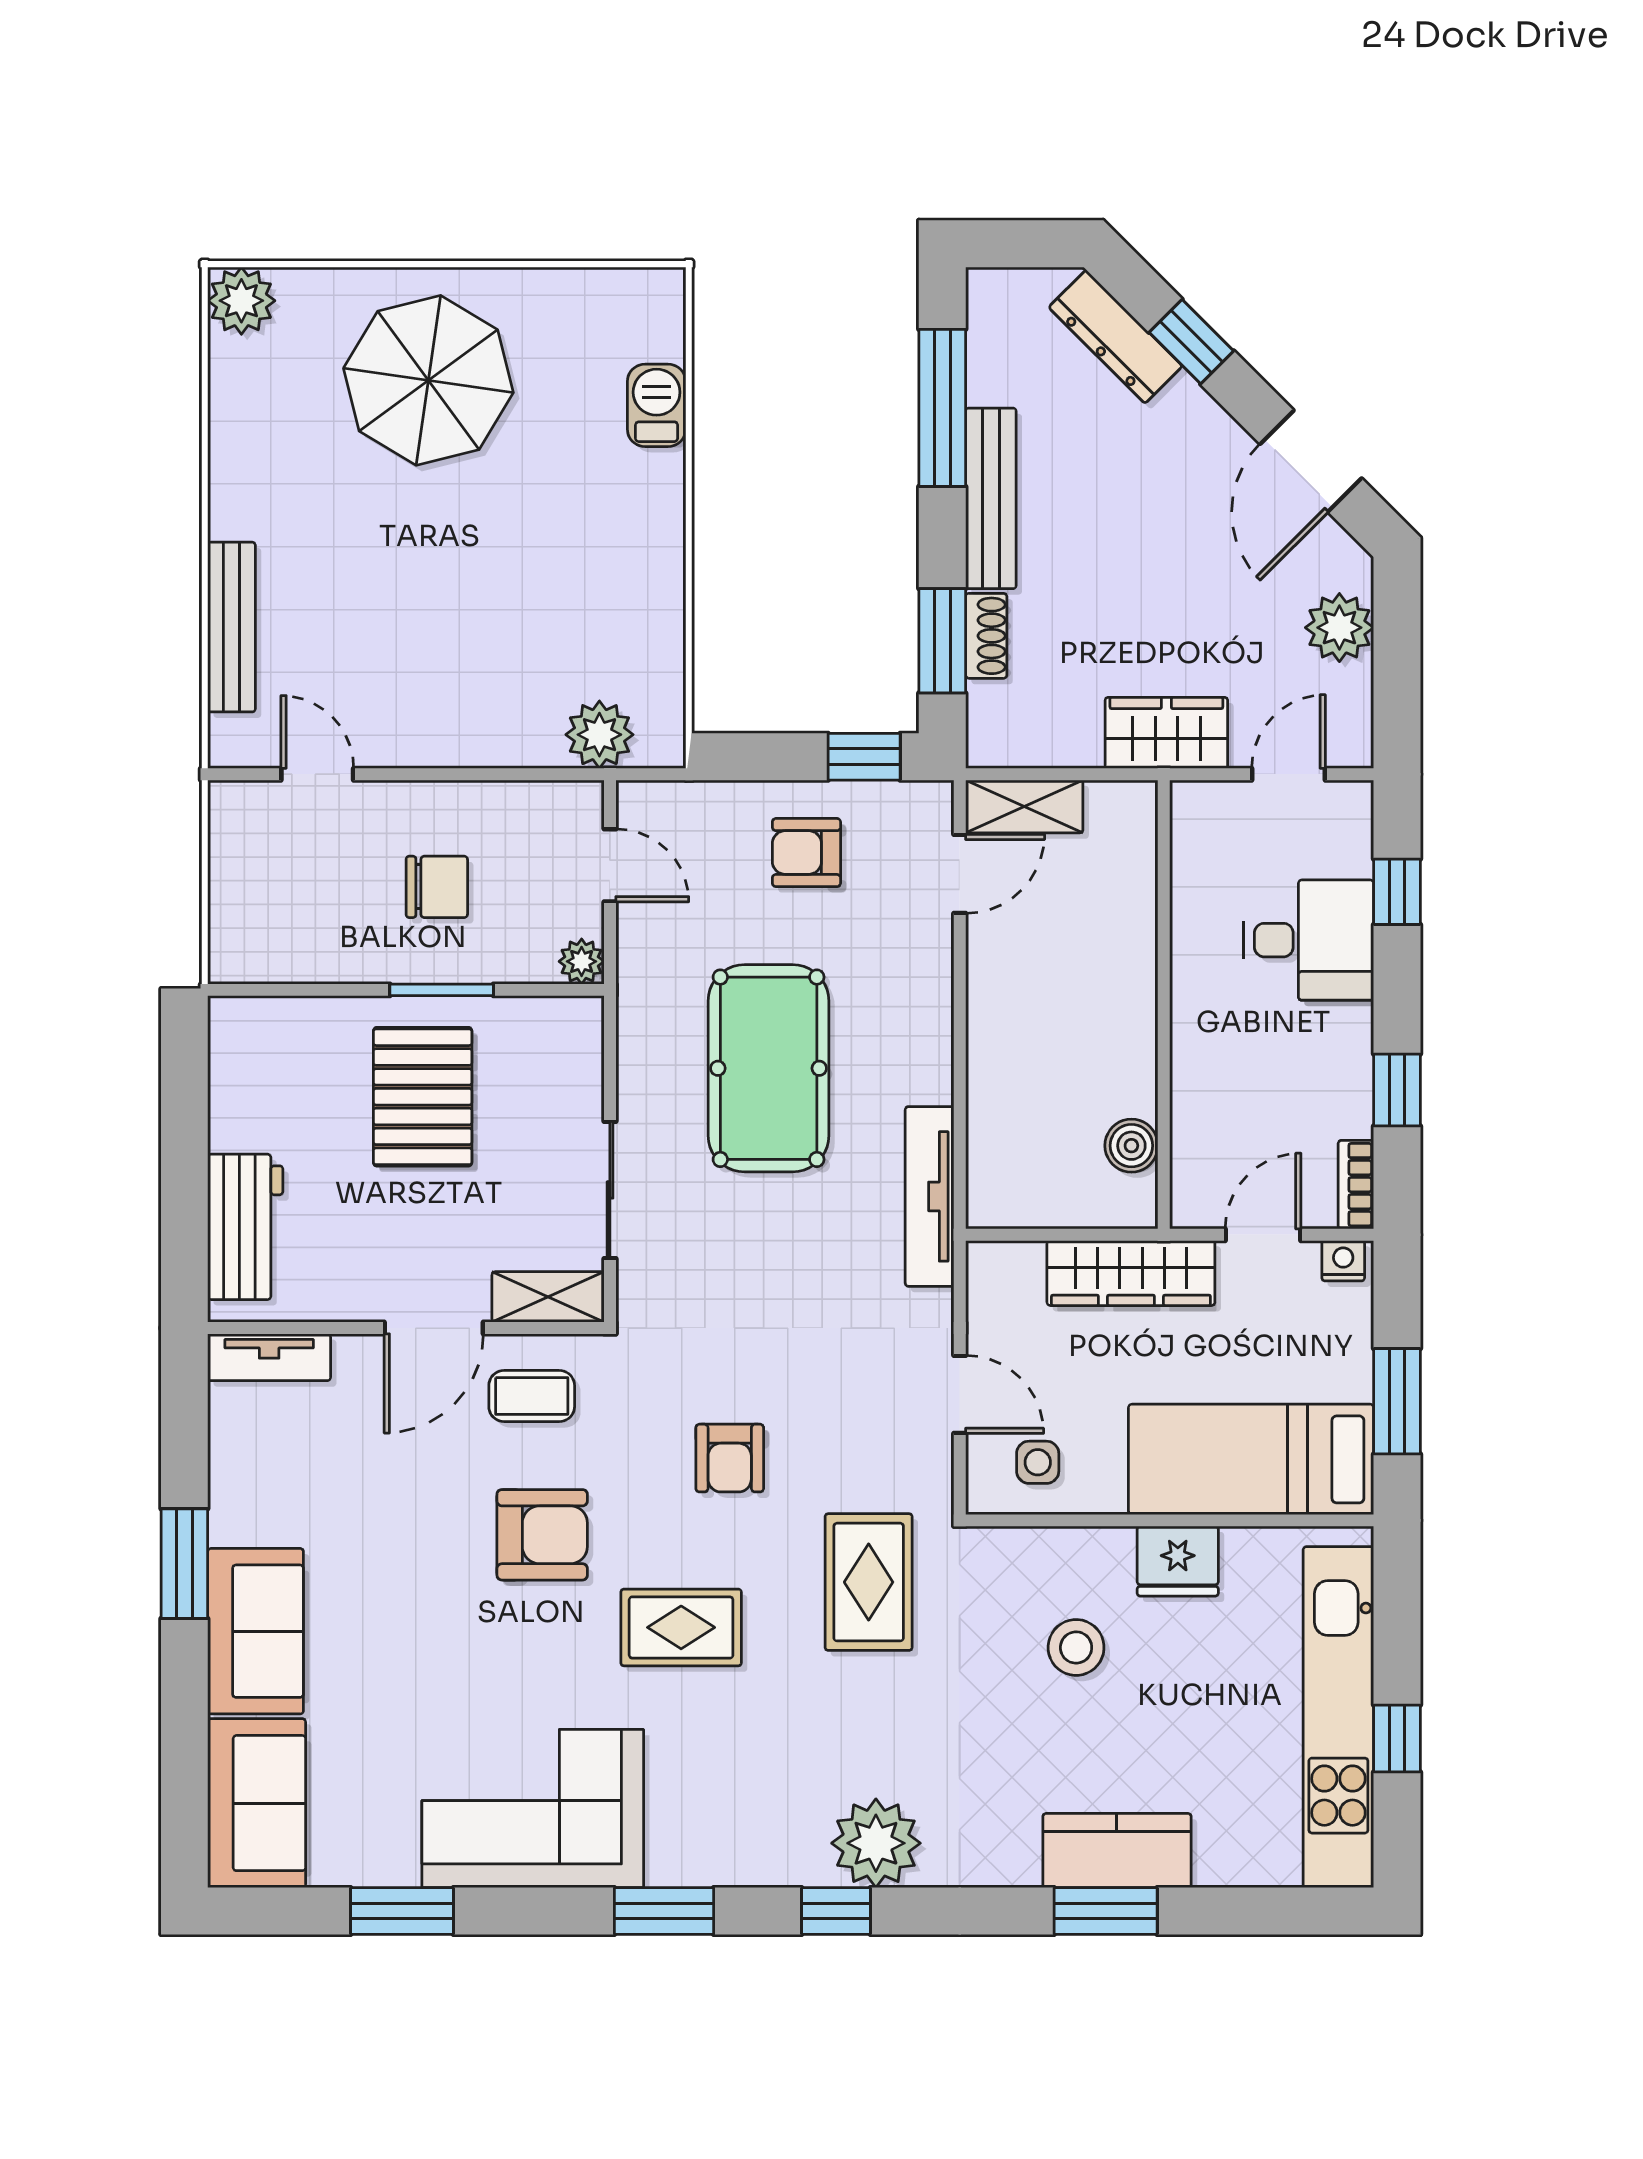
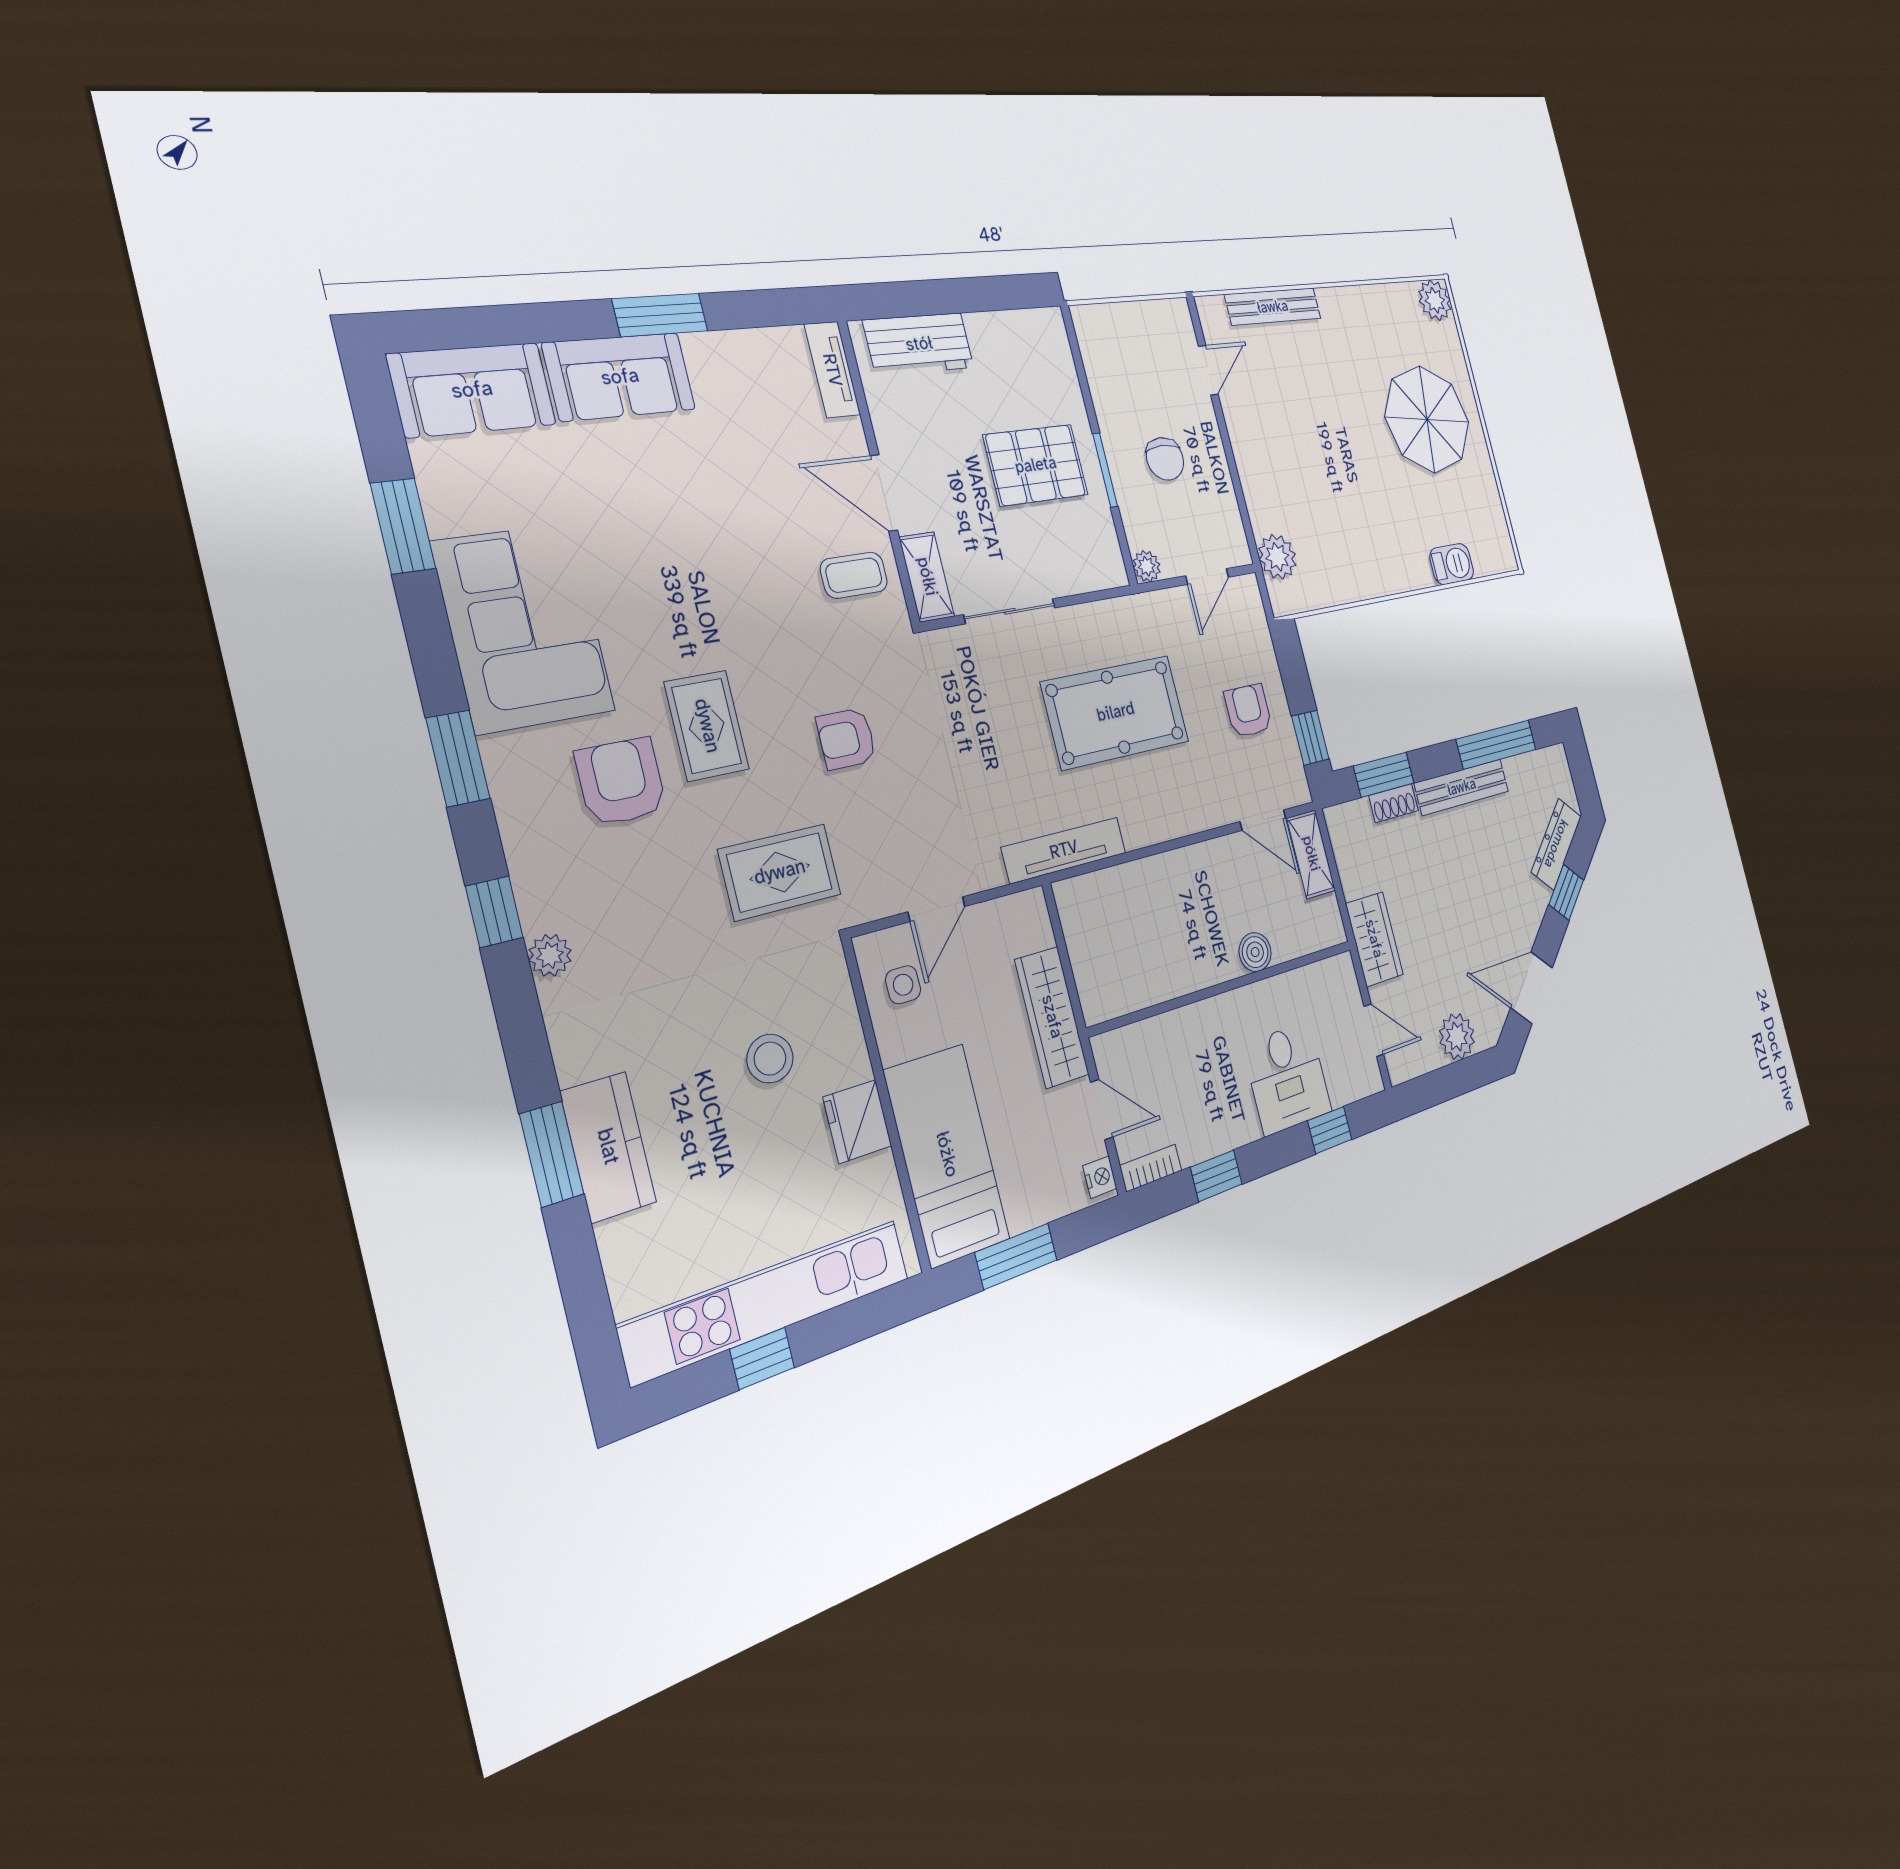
boiler: (1131, 1146) -> (1255, 952), moved
coffee table: (532, 1396) -> (854, 575), turned 90
armchair: (542, 1535) -> (621, 782), moved, turned 180
plant: (876, 1843) -> (550, 955), width x0.53, depth x0.53

